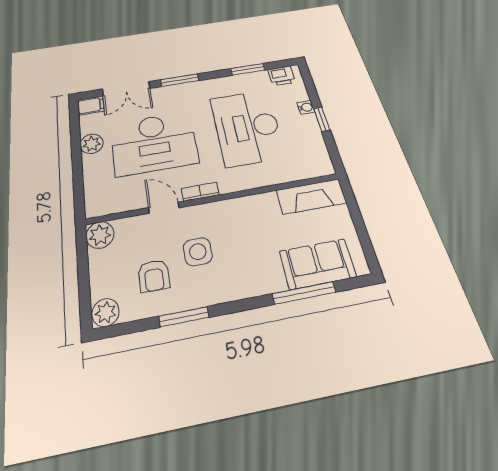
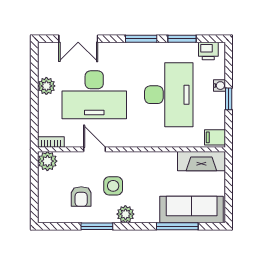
window: (180, 80) -> (141, 39), moved
filing cabinet: (91, 106) -> (215, 137), moved, turned 180
desk: (247, 127) -> (169, 95), turned 180
bookcase: (200, 192) -> (51, 142), moved
sofa: (317, 264) -> (192, 210), width x1.36
plant: (106, 313) -> (125, 214), moved

